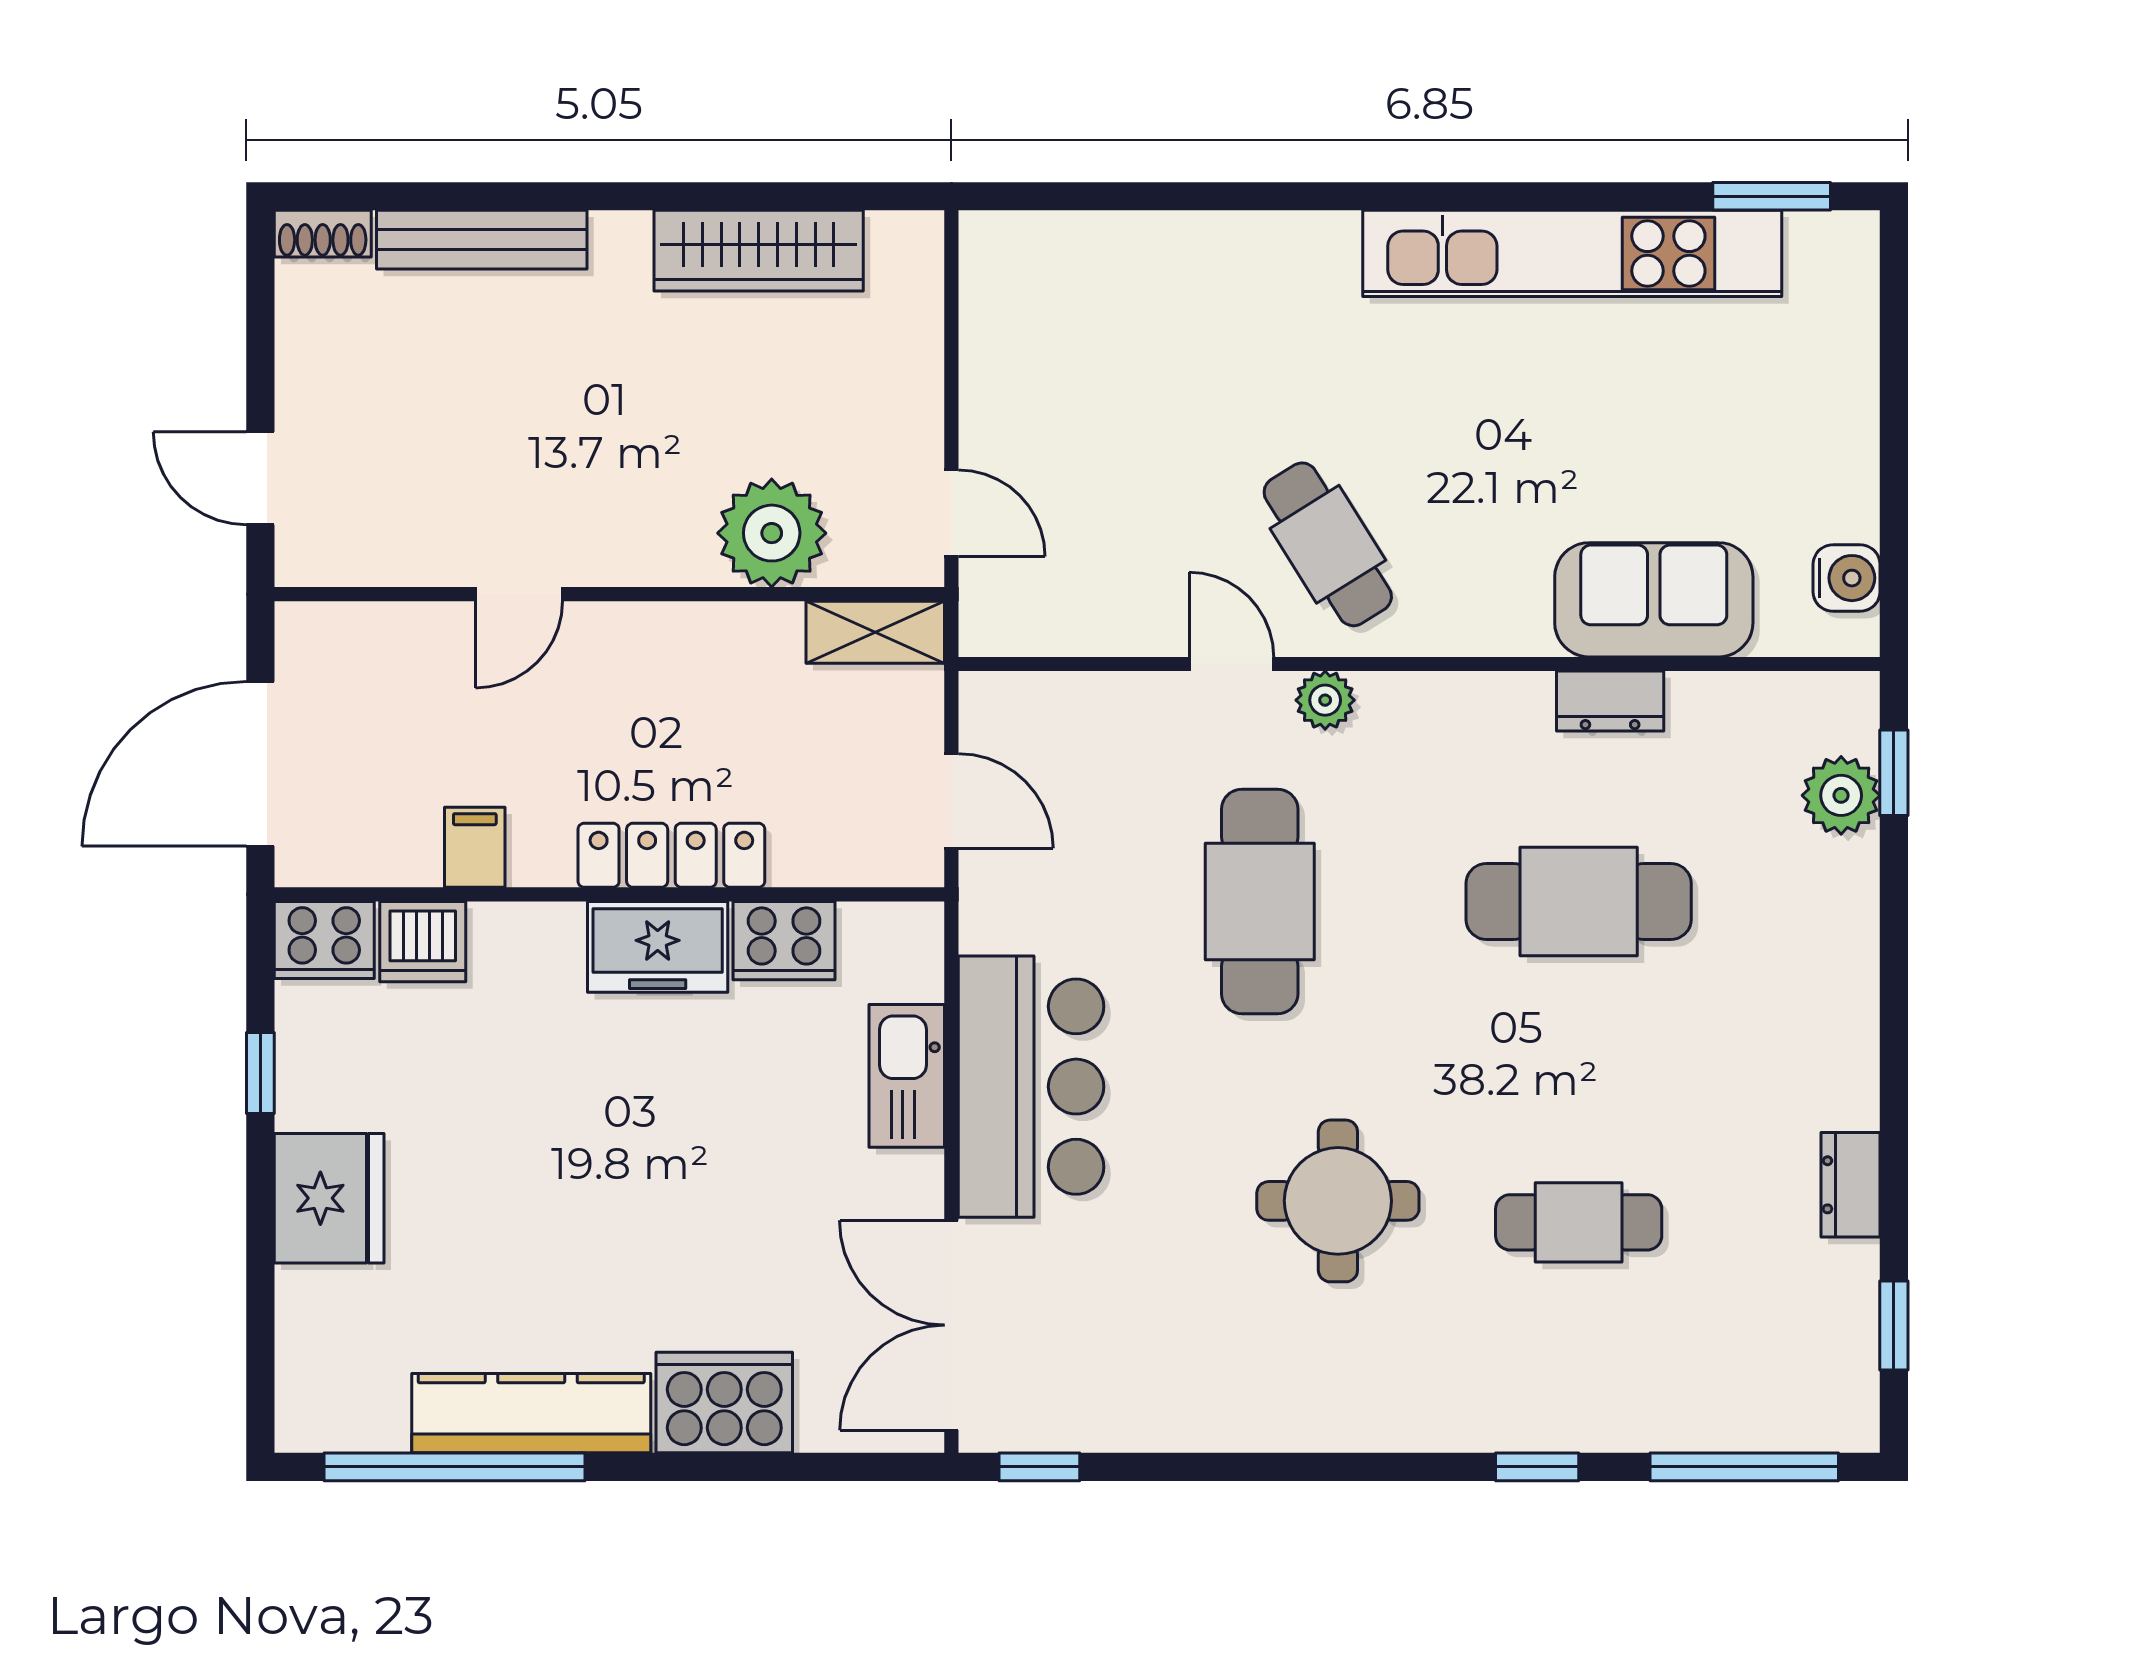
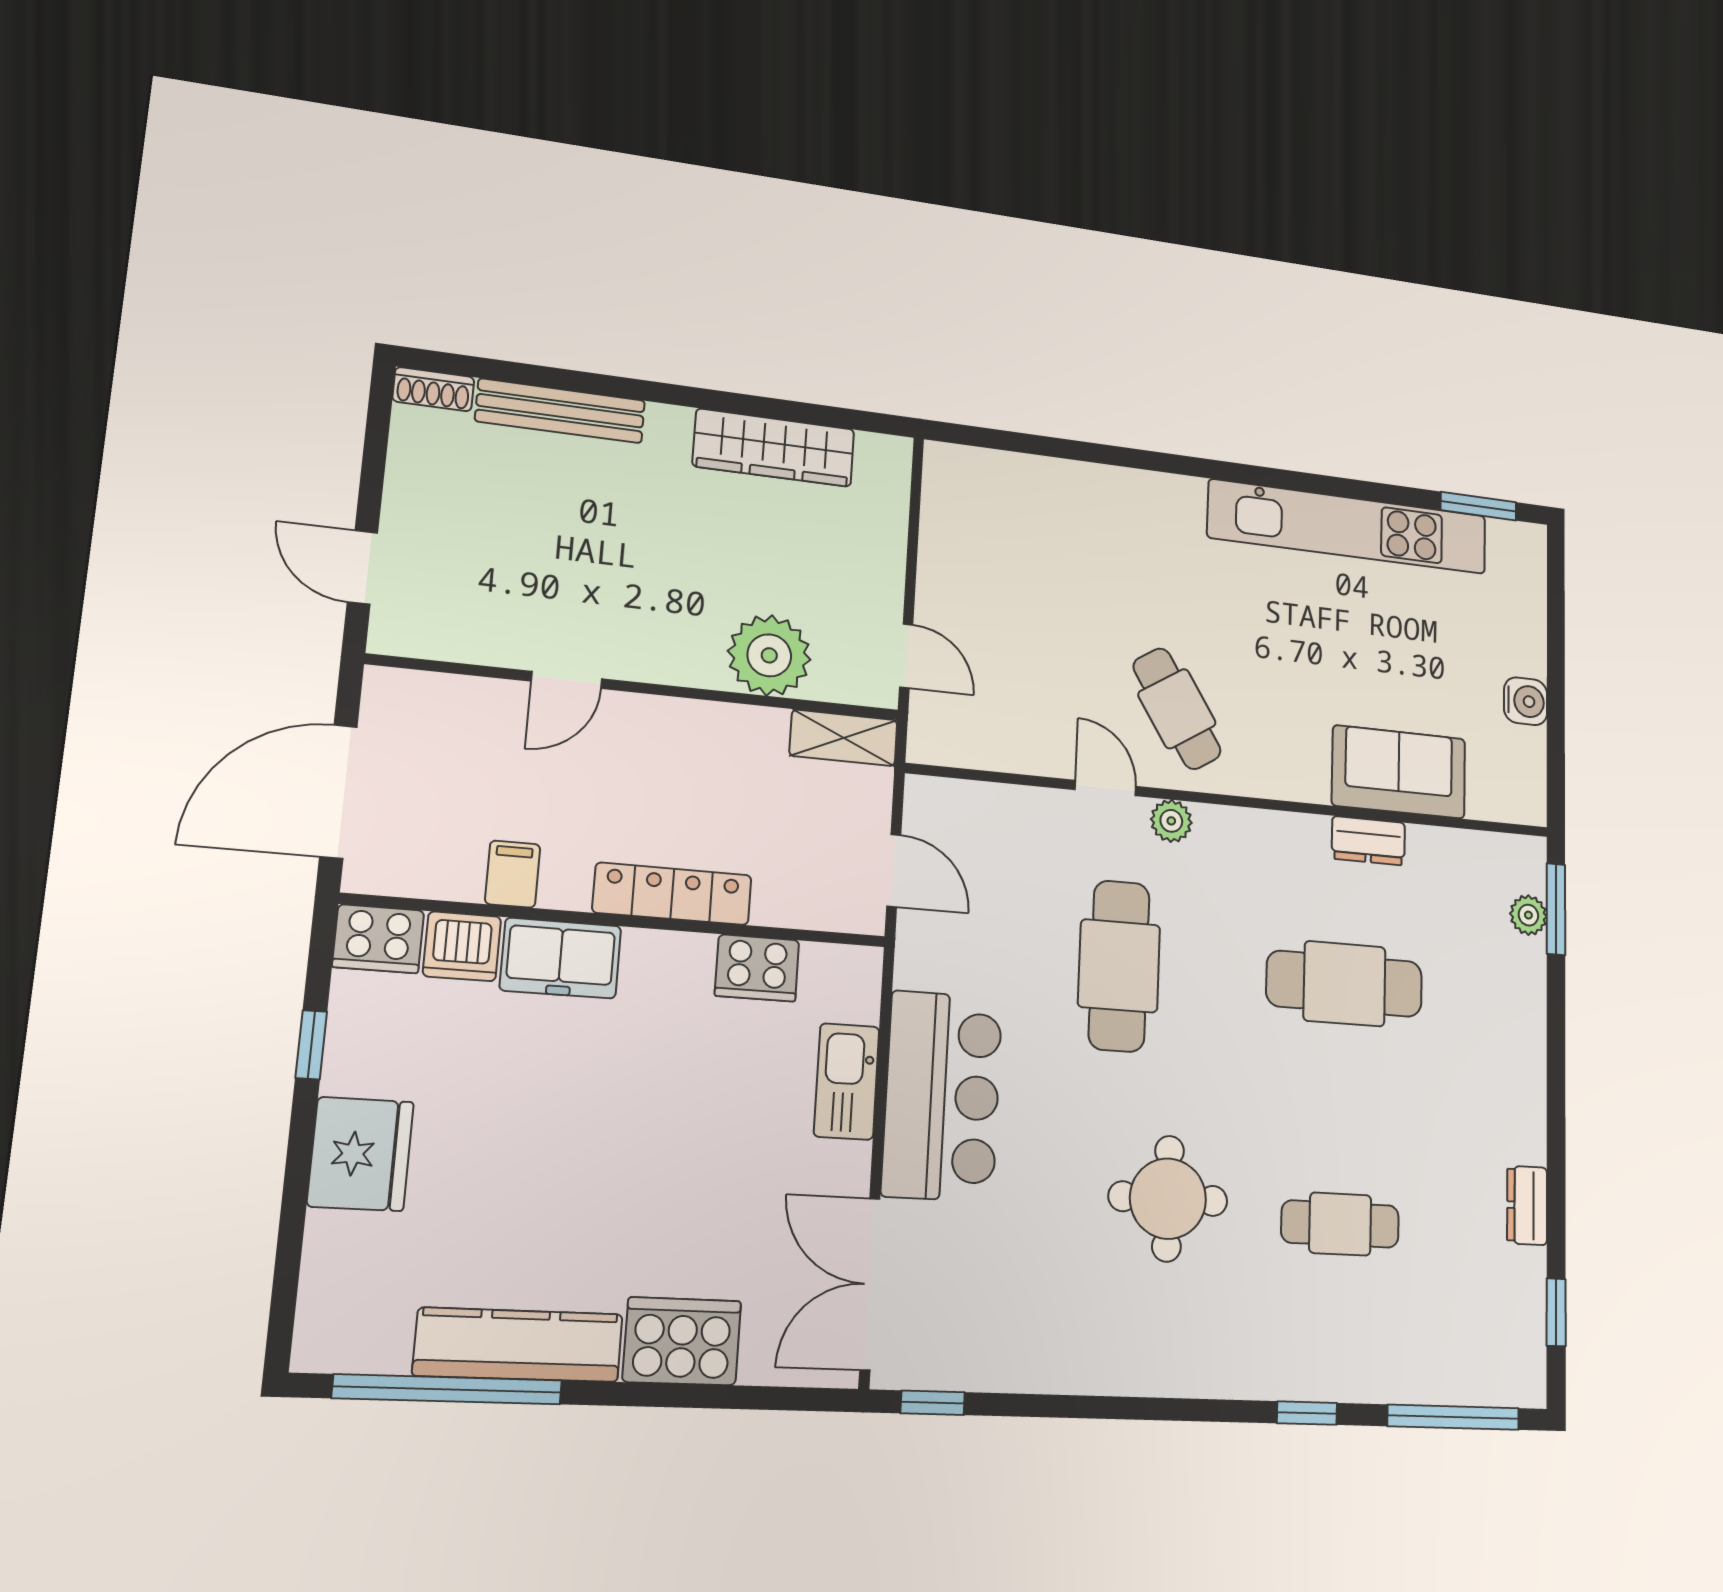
water cooler: (1847, 578) -> (1526, 701), moved
window: (1894, 773) -> (1556, 909), width x1.50
plant: (1841, 795) -> (1528, 915), width x0.73, depth x0.73
freezer: (658, 947) -> (561, 958), moved

